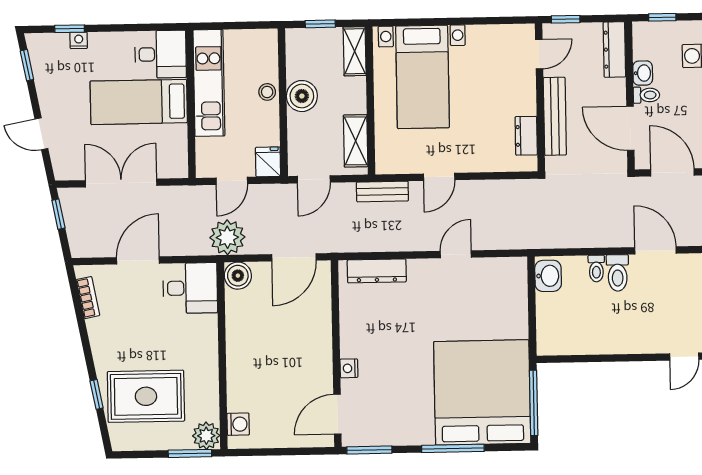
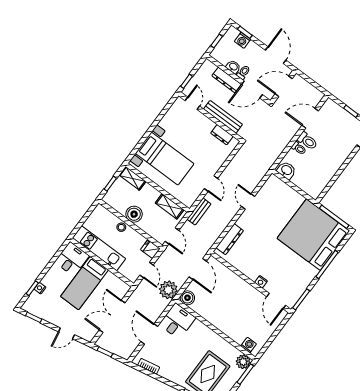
dresser: (614, 50) -> (227, 80), moved

